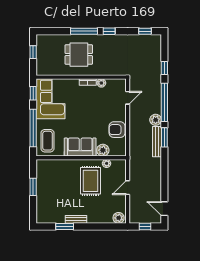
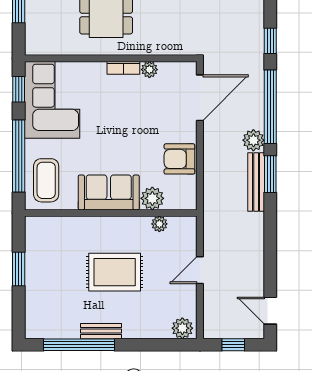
door: (128, 98) -> (200, 98), width x1.87
rug: (91, 181) -> (115, 272), moved, turned 90
window: (65, 226) -> (79, 345), width x2.11

